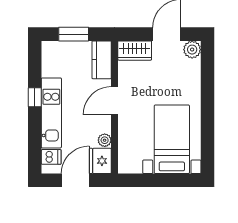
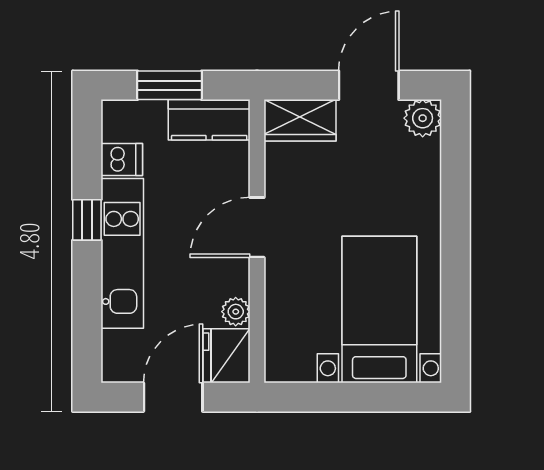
kitchen counter: (102, 60) -> (209, 120), moved, turned -90
dishwasher: (51, 157) -> (122, 160), moved

